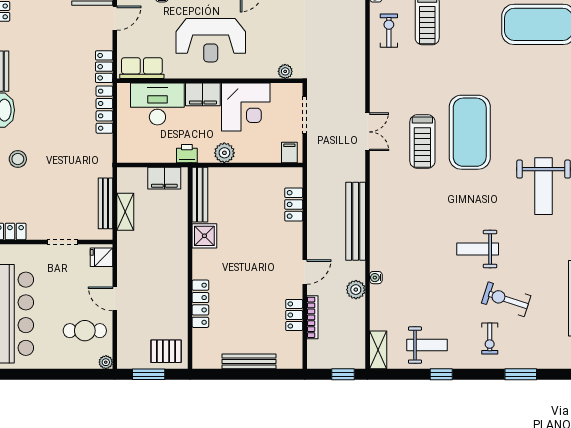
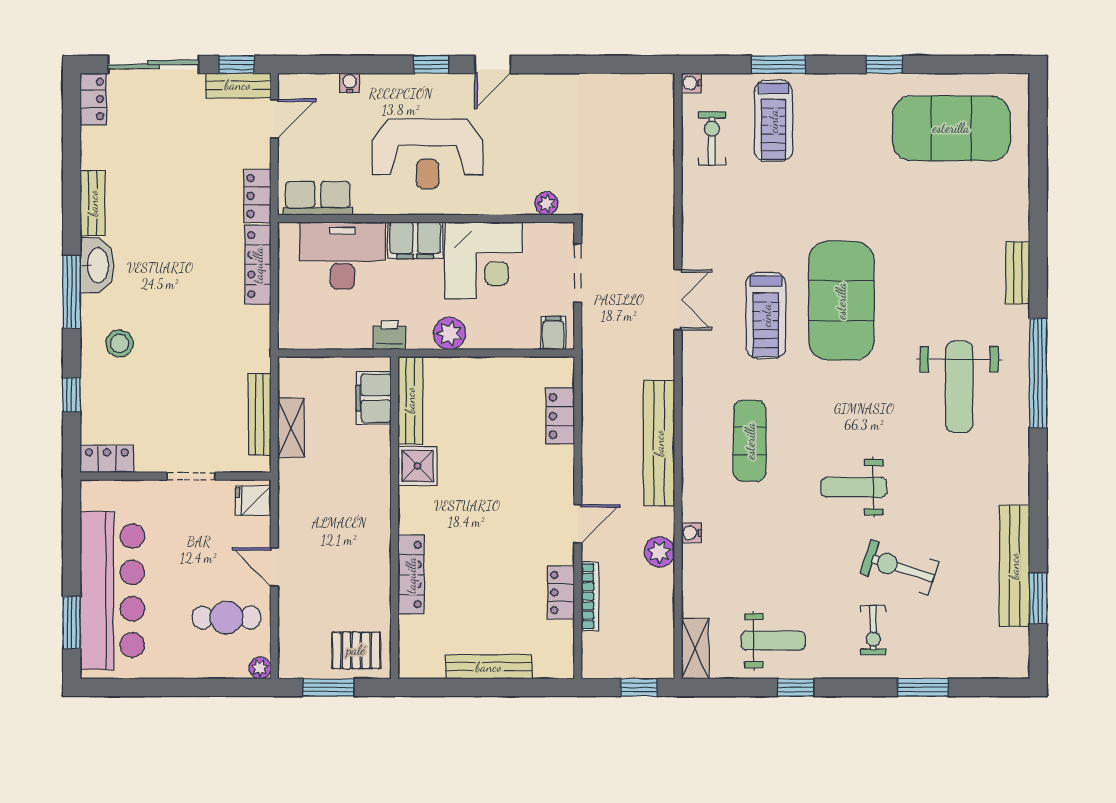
filing cabinet: (164, 178) -> (374, 398), moved, turned 90
exercise mat: (412, 220) -> (750, 441), added

